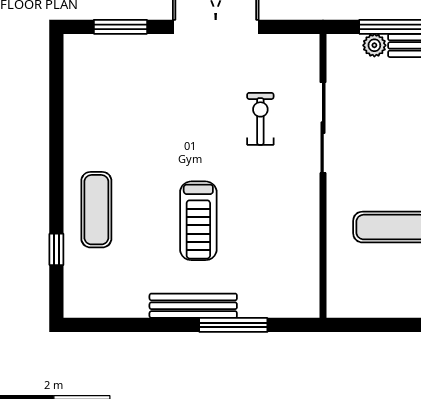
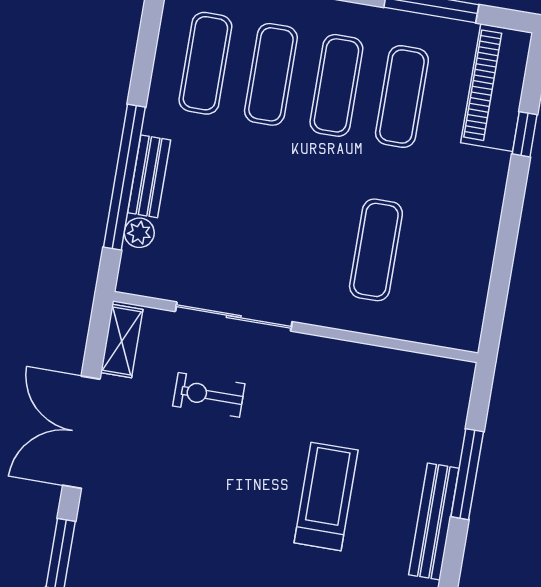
shelving: (290, 46) -> (122, 341), added
treadmill: (198, 221) -> (326, 496), turned -90

